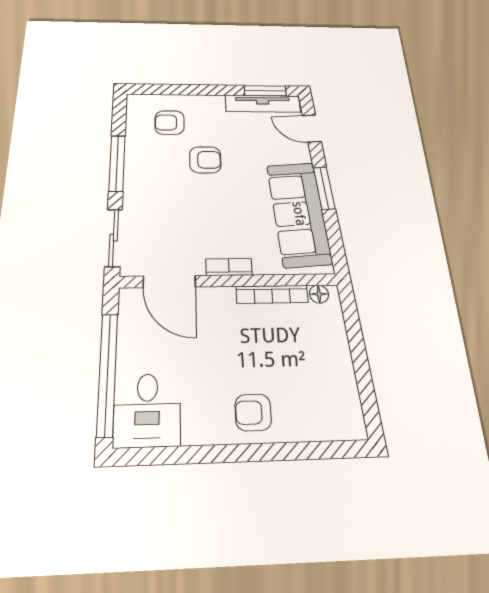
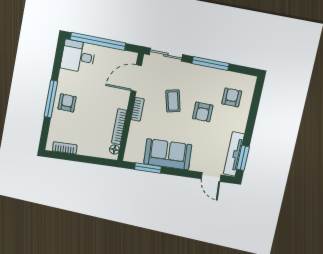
door: (312, 128) -> (211, 177), swing flipped
window: (324, 188) -> (148, 168), moved
coffee table: (198, 210) -> (173, 101), added
sofa: (299, 214) -> (168, 154), width x0.73
bookcase: (349, 396) -> (65, 148), added
window: (254, 452) -> (51, 99), added

